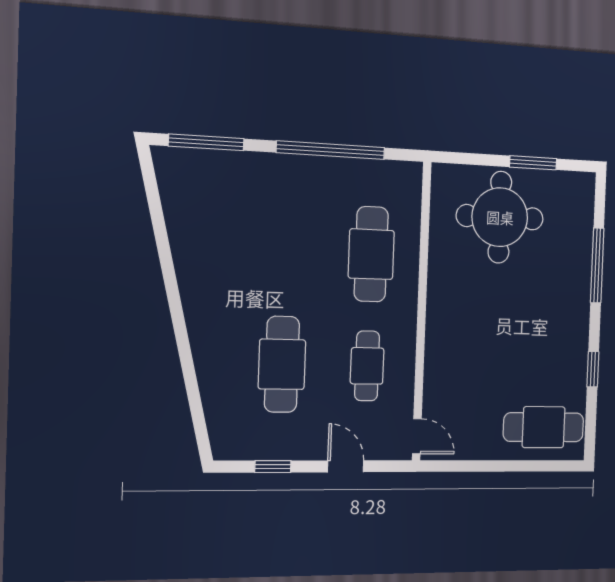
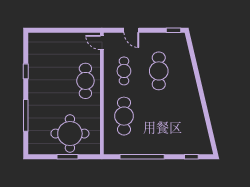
window: (206, 142) -> (191, 157), width x0.46
window: (533, 163) -> (67, 157), moved
cafe table: (544, 427) -> (85, 81), moved, turned 90
window: (273, 467) -> (173, 30), moved

